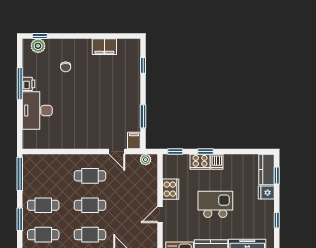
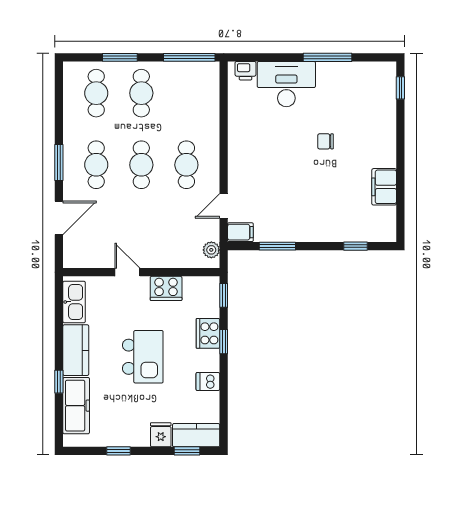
plant: (38, 46) -> (385, 85), removed
chair: (66, 67) -> (326, 141), moved
printer: (28, 84) -> (245, 71), moved
dishwasher: (217, 162) -> (208, 381), moved

